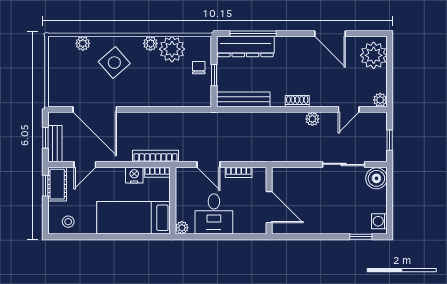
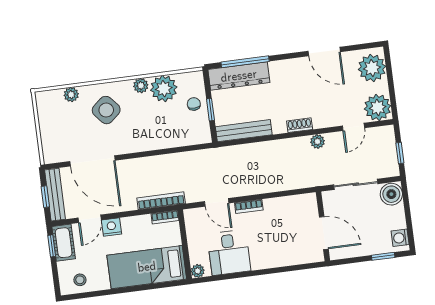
plant: (380, 100) -> (378, 107), width x1.88, depth x1.88
bench: (55, 144) -> (55, 195), width x1.36
nightstand: (134, 175) -> (112, 227), moved
wall: (269, 201) -> (323, 226), moved
door: (269, 207) -> (324, 233), moved

